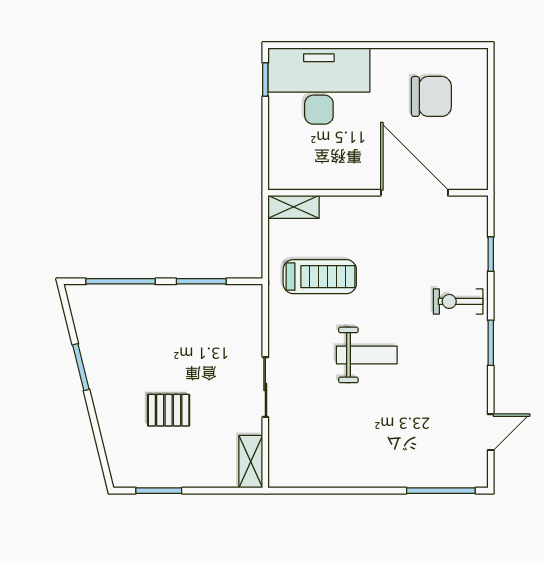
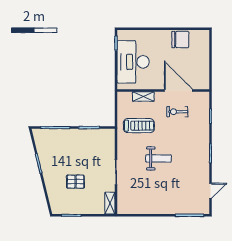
desk: (319, 86) -> (133, 62), moved, turned -90
chair: (431, 96) -> (180, 40), moved
shelving: (294, 207) -> (143, 96), moved
exercise bike: (458, 301) -> (177, 112), moved

